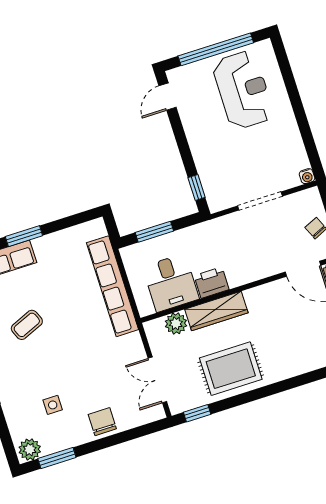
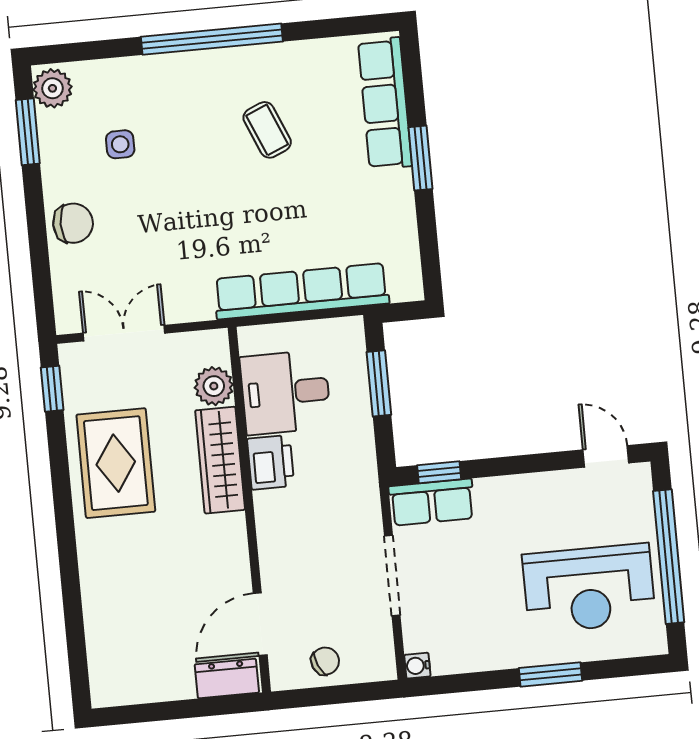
window: (296, 101) -> (550, 674), added
row of seats: (214, 188) -> (432, 502), added

